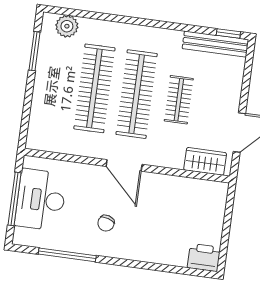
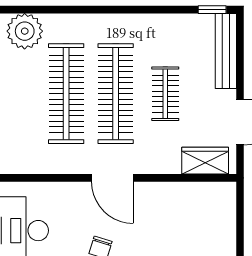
plant: (67, 26) -> (25, 31), width x1.36, depth x1.36
bench: (215, 44) -> (226, 51), moved, turned 90

